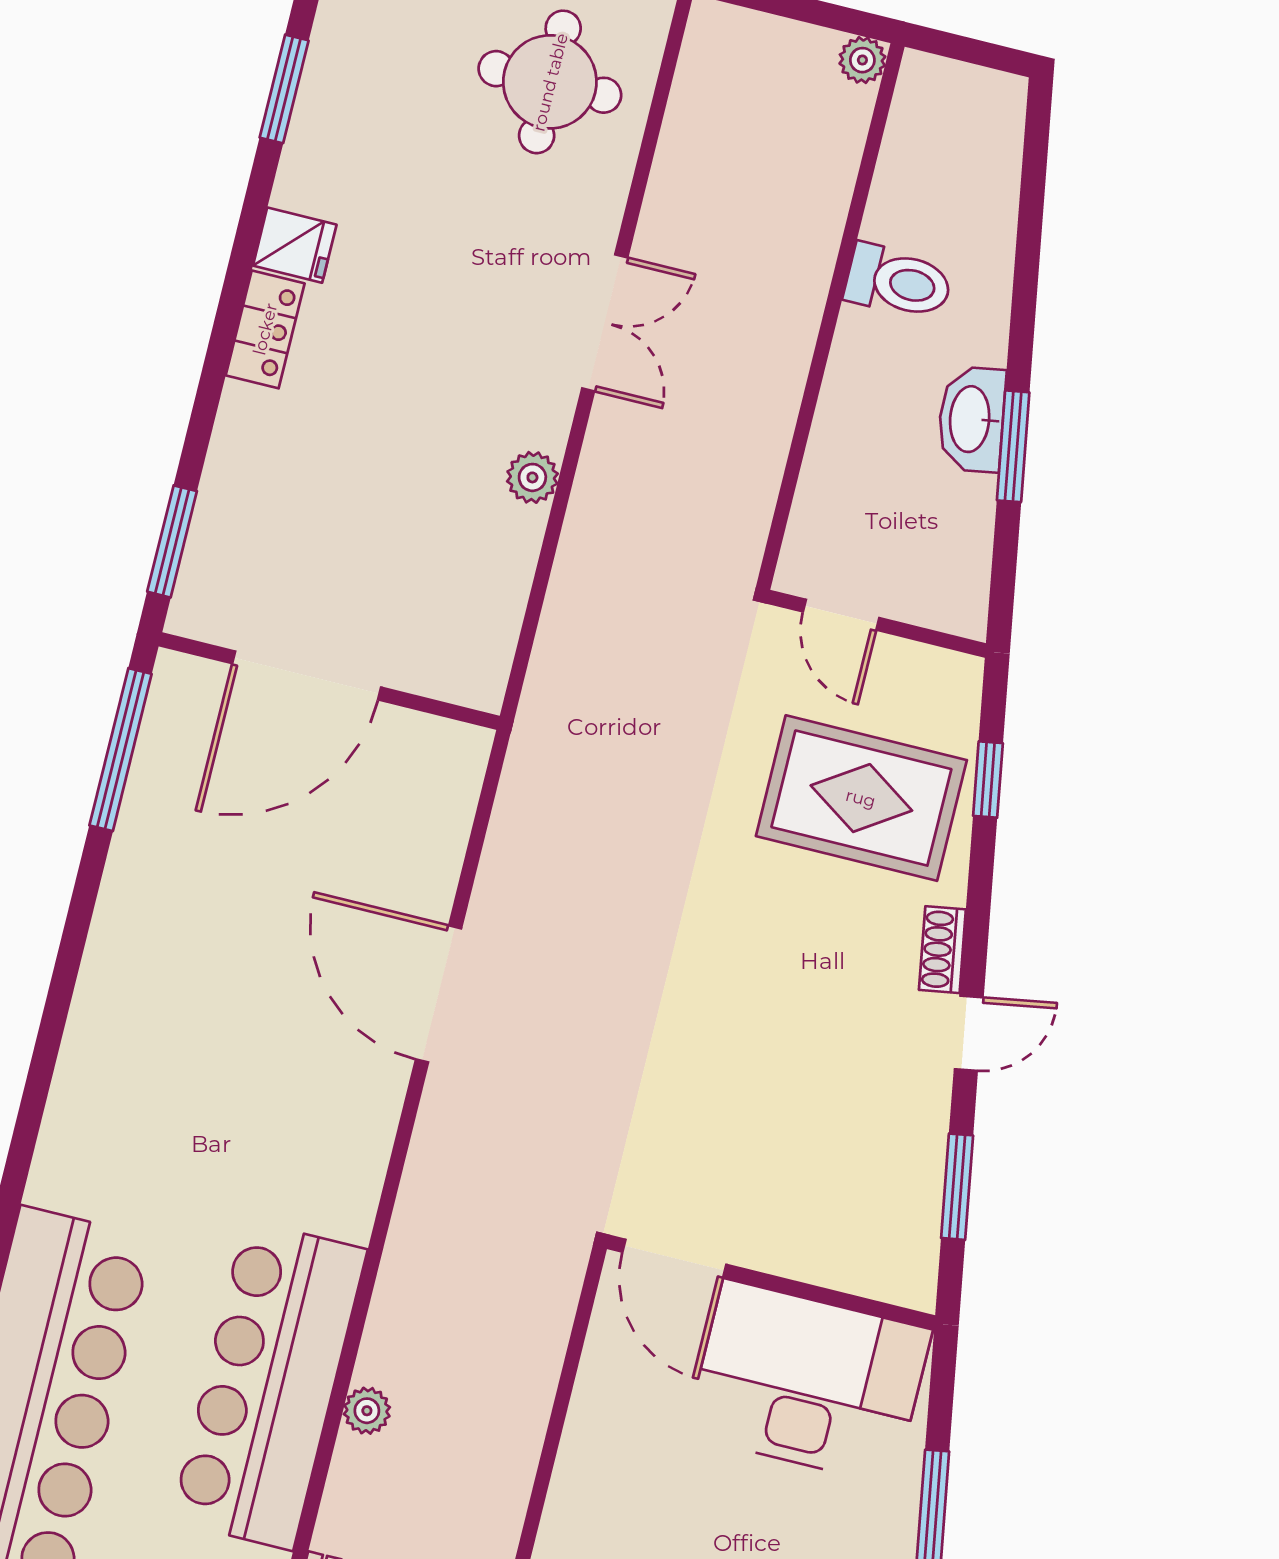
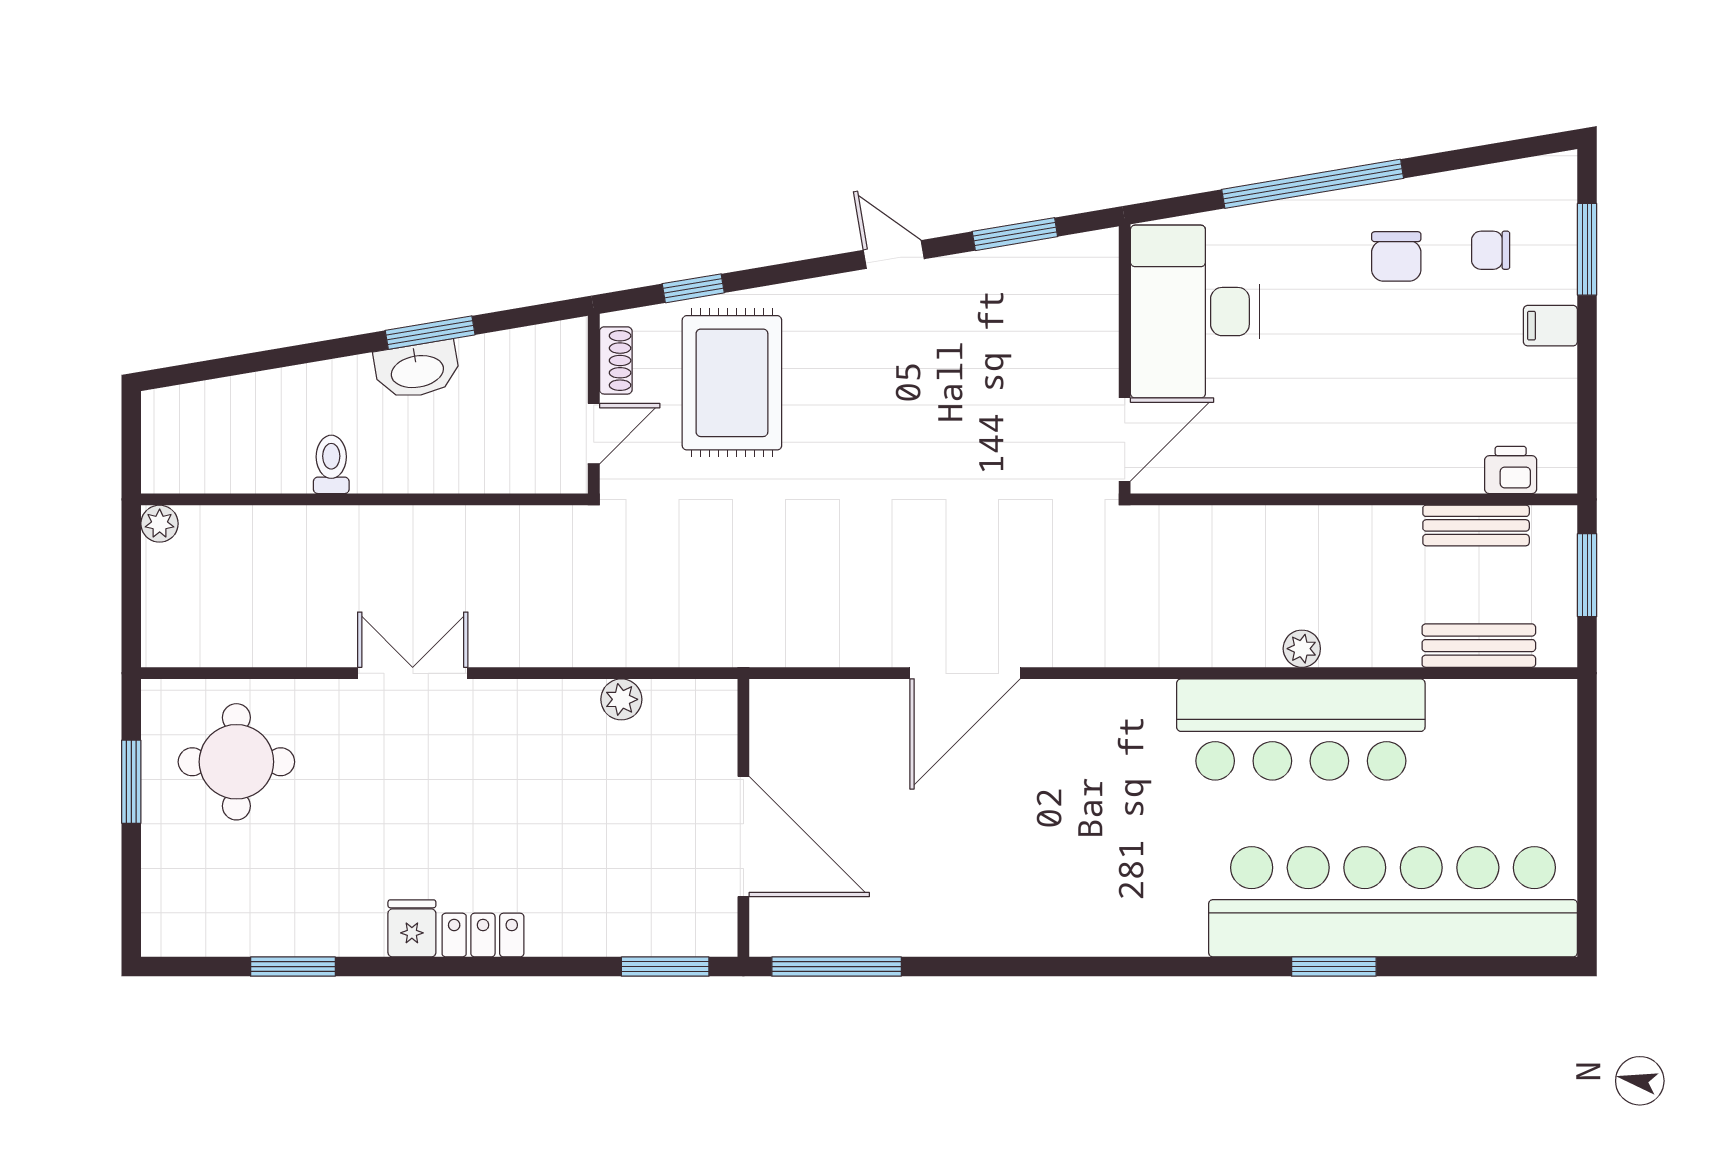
toilet: (898, 282) -> (331, 464), width x0.73, depth x0.72
plant: (532, 477) -> (621, 699), moved
shoe rack: (942, 950) -> (616, 360), moved, turned -80

